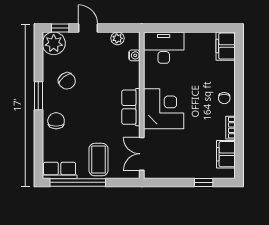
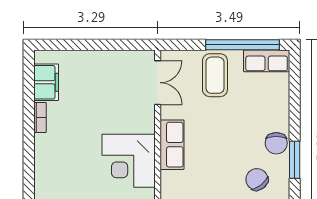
chair: (224, 98) -> (48, 157), removed
corner desk: (164, 109) -> (129, 161), moved
chair: (56, 121) -> (276, 143), moved
window: (204, 182) -> (76, 45), removed

